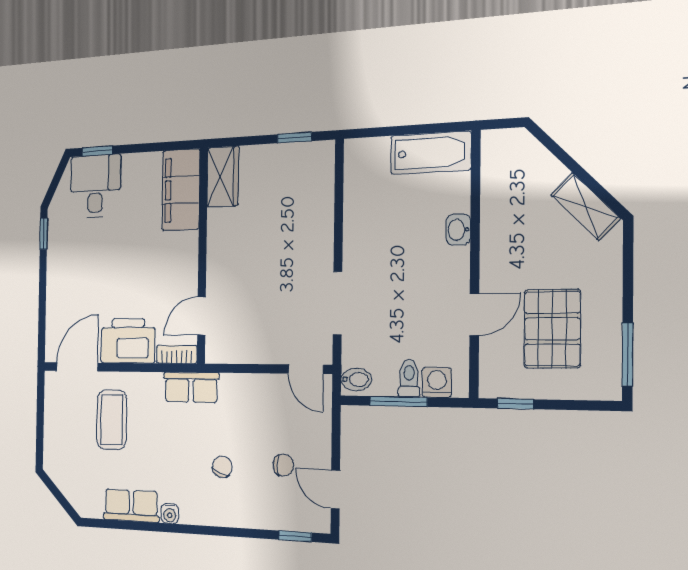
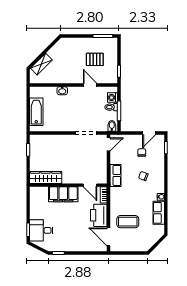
bathtub: (431, 153) -> (36, 112), moved
wardrobe: (223, 177) -> (46, 177), width x1.50
filing cabinet: (181, 190) -> (63, 194), moved
shelving: (585, 206) -> (41, 64), moved
pallet: (552, 329) -> (95, 59), width x0.67, depth x0.71
row of seats: (191, 387) -> (115, 175), moved

